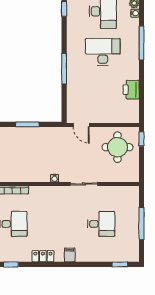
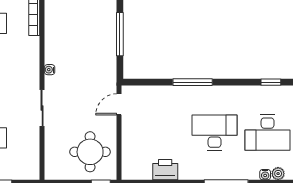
desk: (103, 52) -> (215, 133), turned -90
window: (27, 124) -> (120, 34), width x1.44

